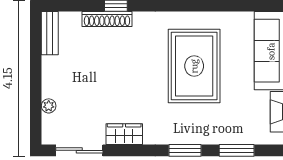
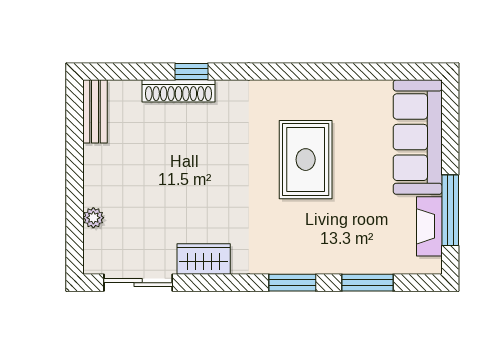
rug: (194, 66) -> (306, 160), width x0.73, depth x0.69

